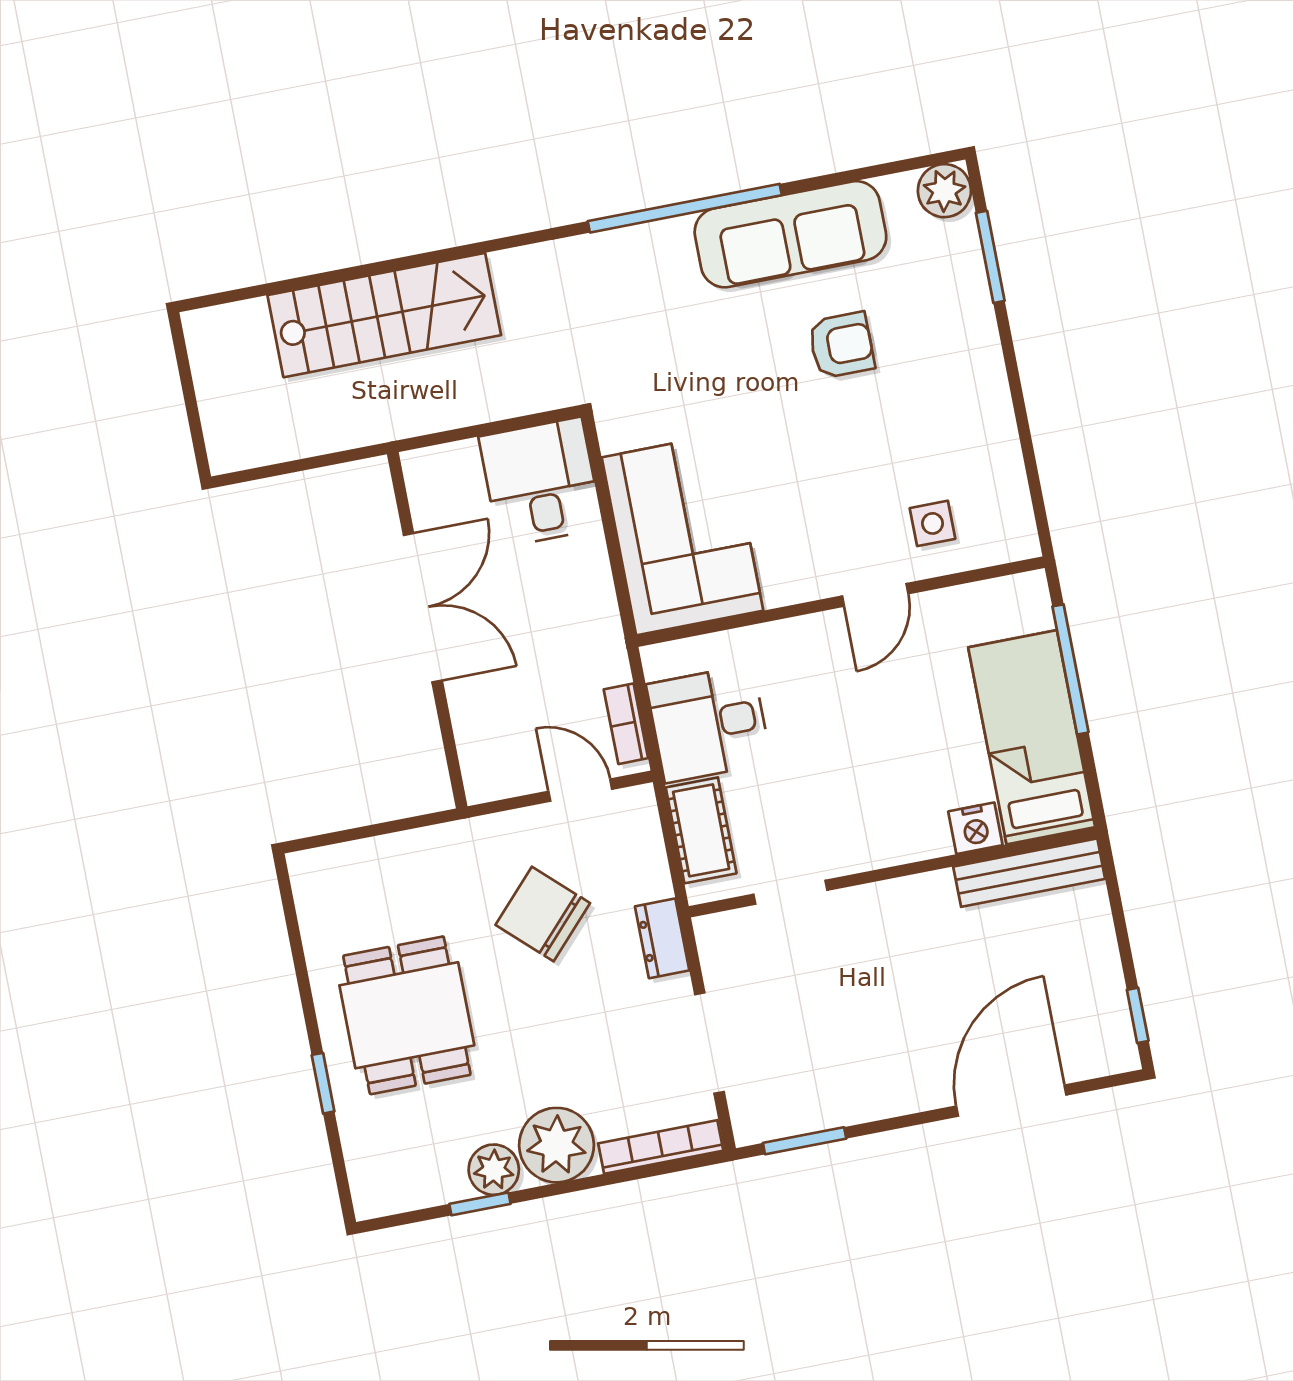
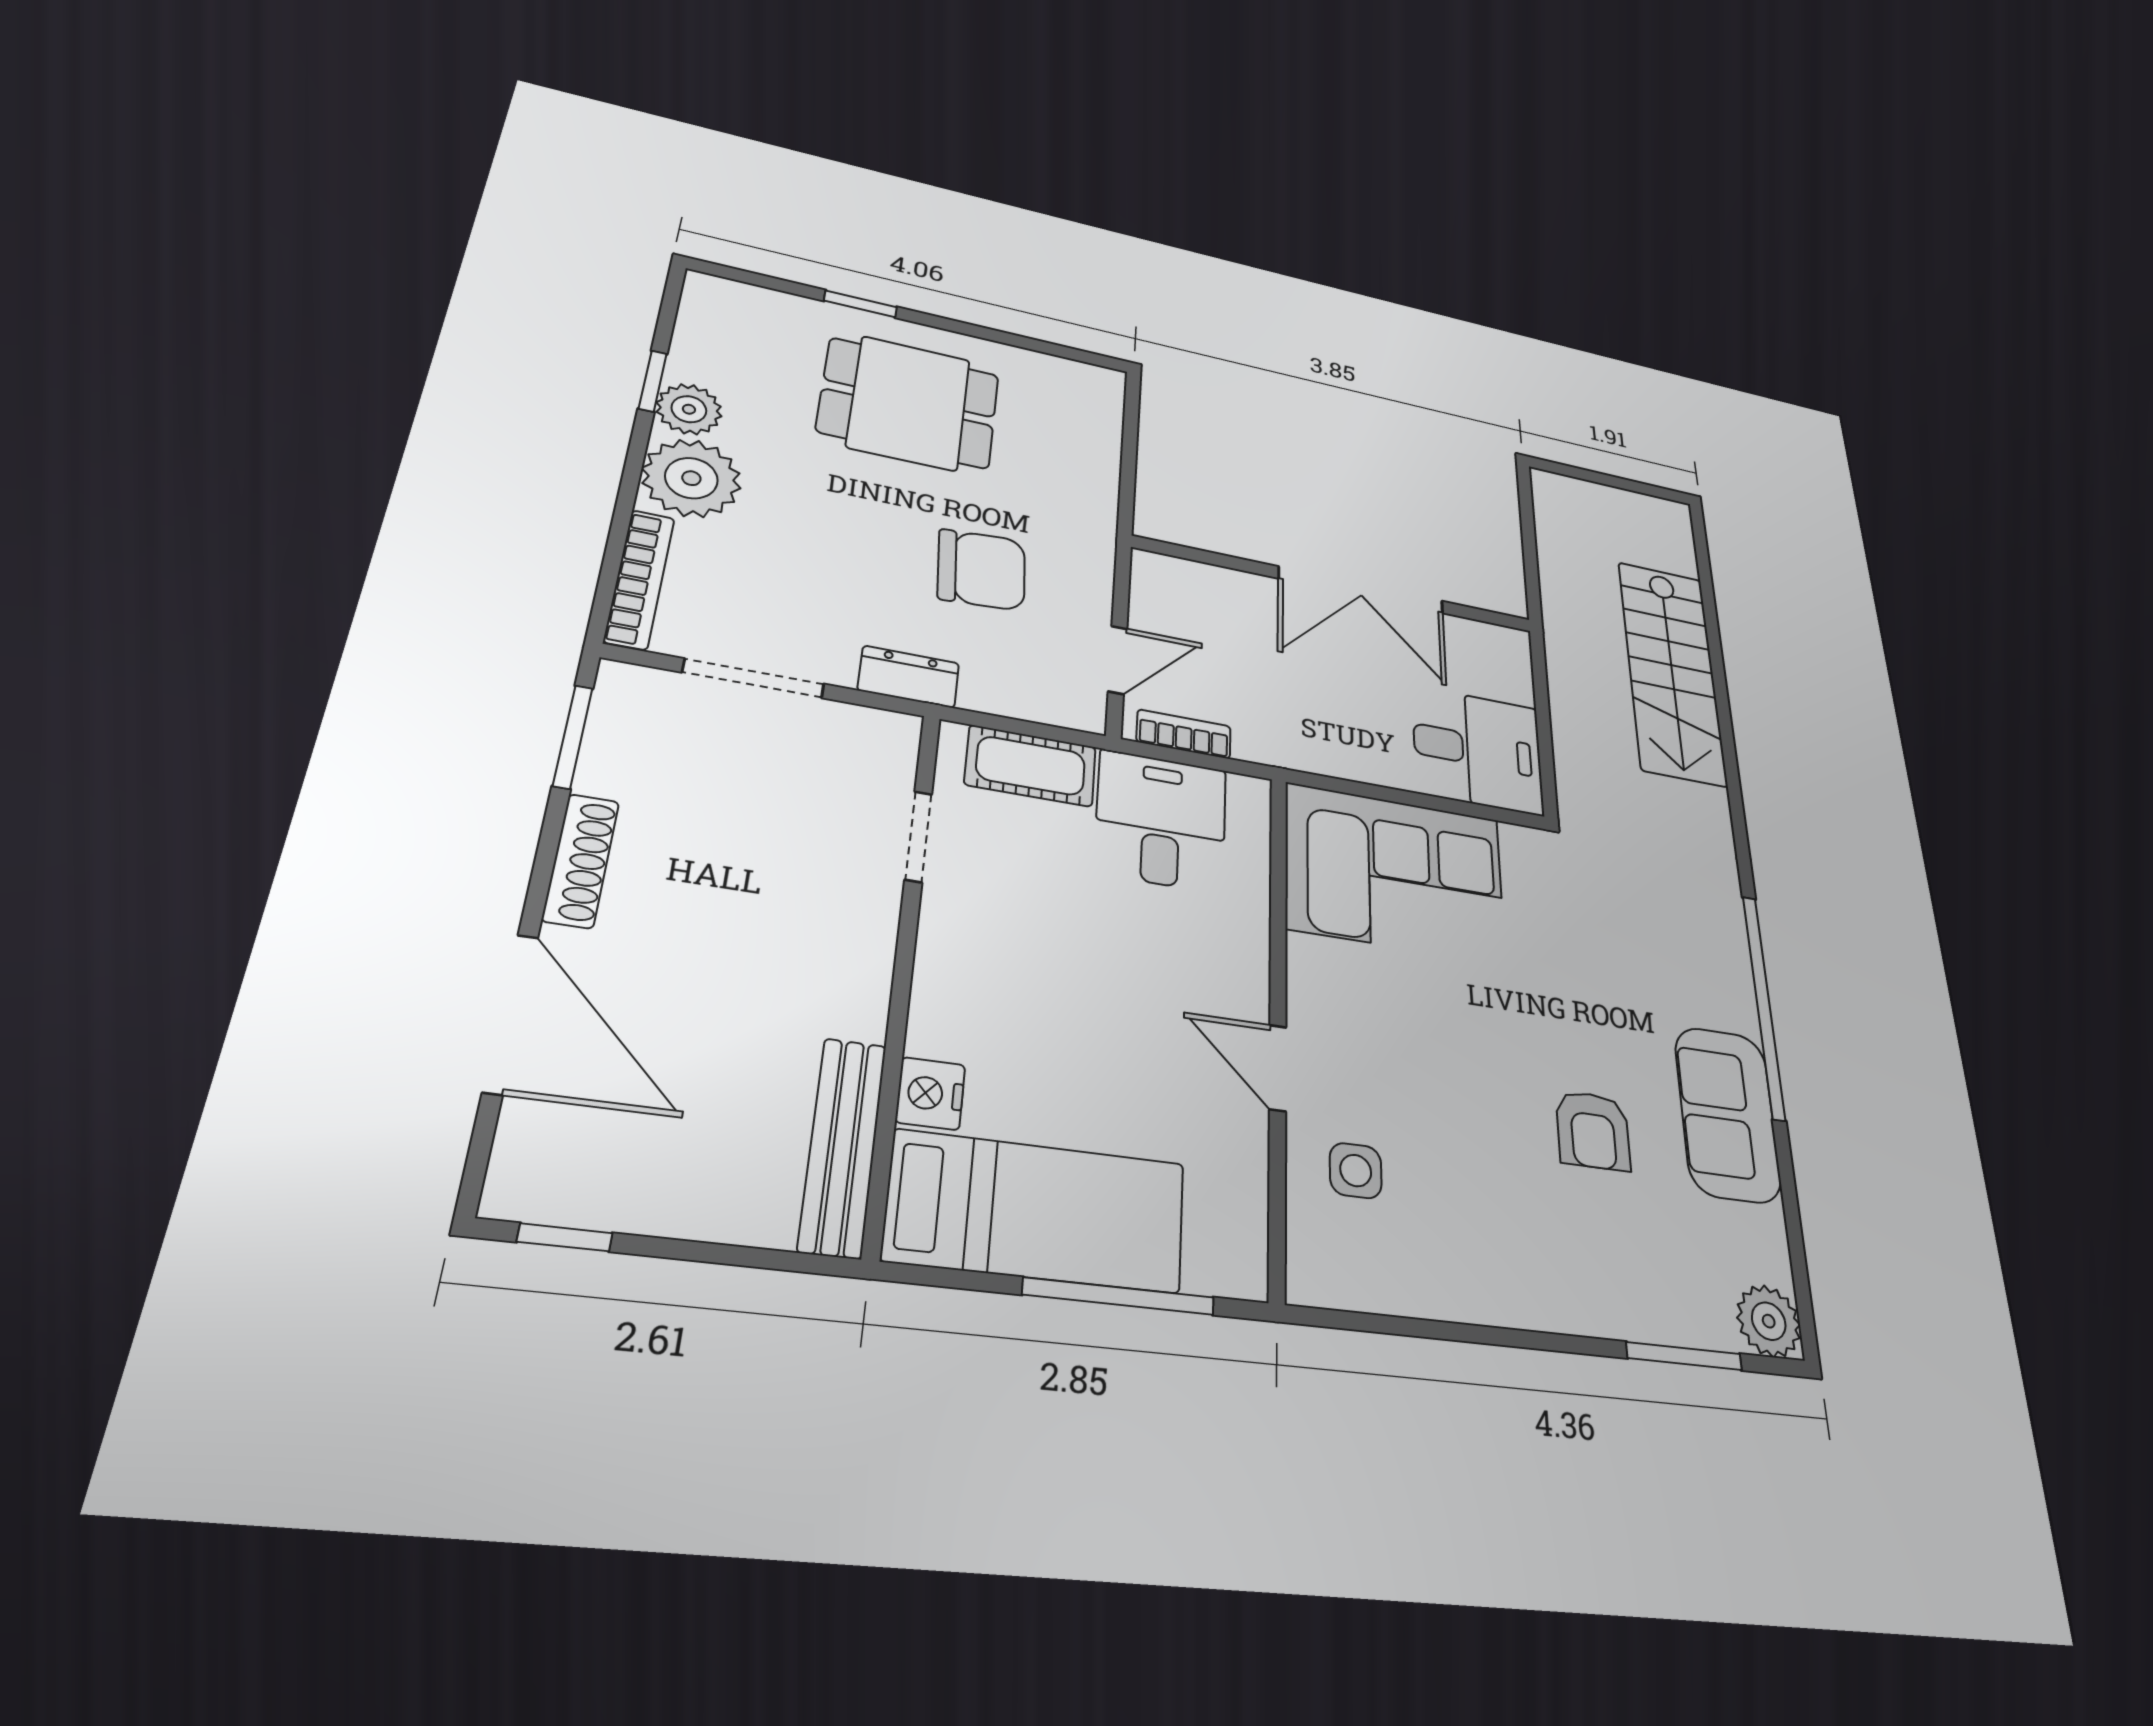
sofa: (790, 234) -> (1728, 1114), width x0.73
chair: (543, 914) -> (982, 570), turned 43
shoe rack: (893, 1101) -> (581, 861), added

